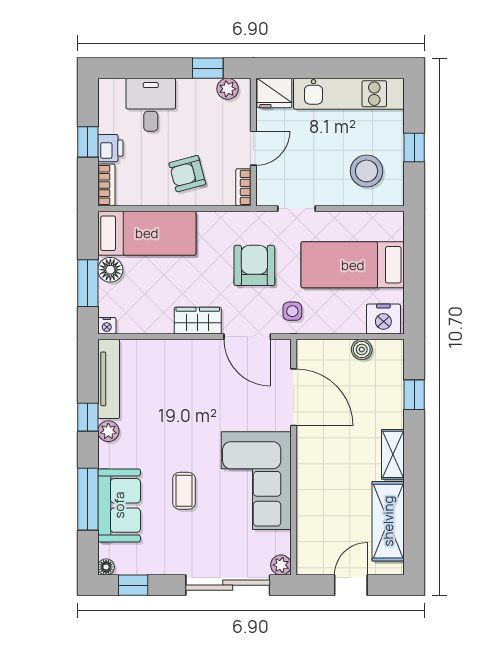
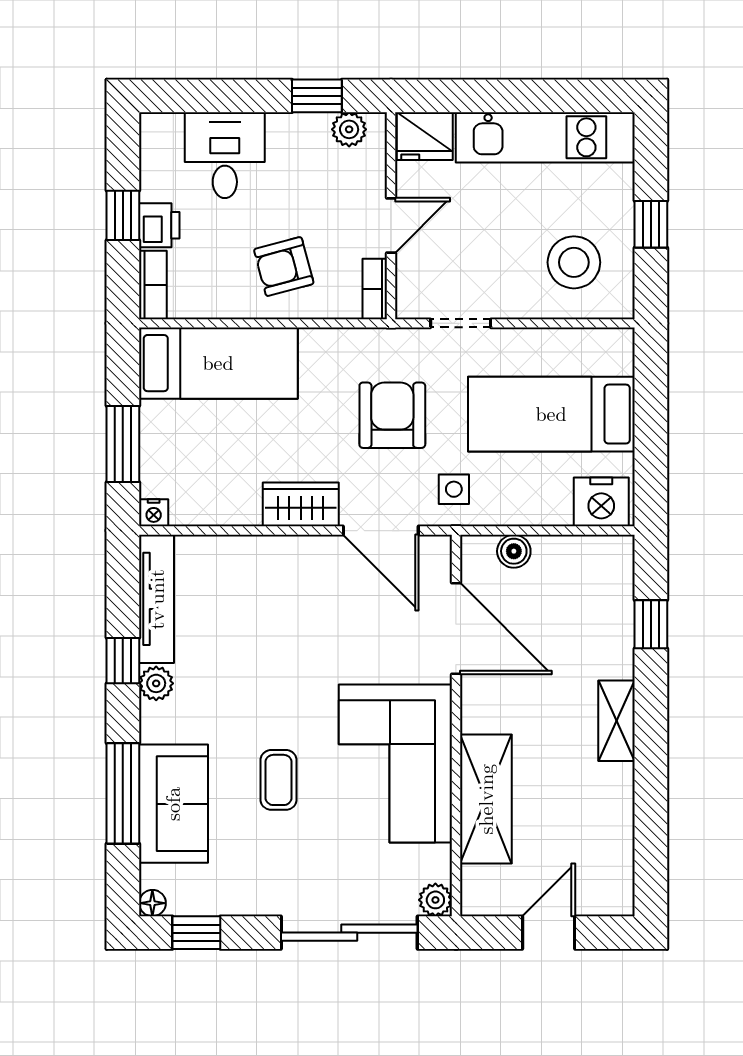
floor lamp: (110, 270) -> (159, 422), removed
boiler: (362, 350) -> (514, 551), moved
shelving: (388, 521) -> (486, 799), moved

